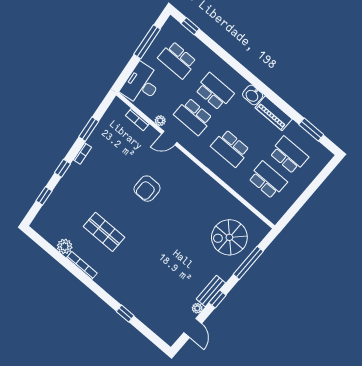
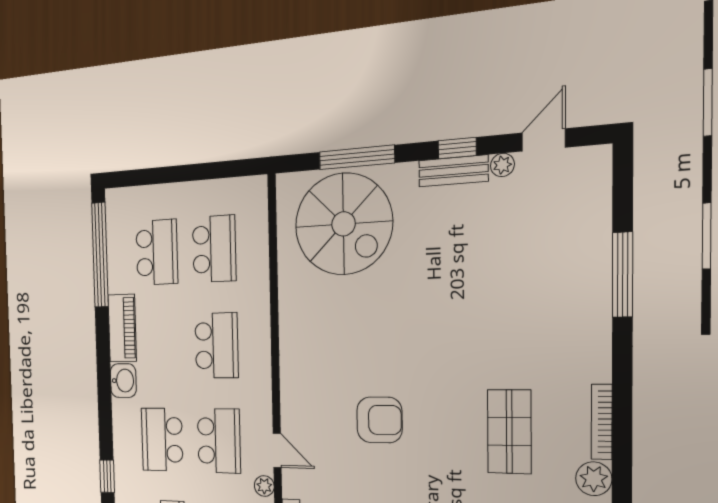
window: (221, 52) -> (107, 476), added
window: (311, 130) -> (100, 255), width x2.11
school desk: (289, 155) -> (157, 252), turned 180
school desk: (268, 180) -> (214, 249), turned 180
spiral stairs: (229, 237) -> (343, 224), width x1.37, depth x1.37
window: (125, 314) -> (622, 275), width x2.17

